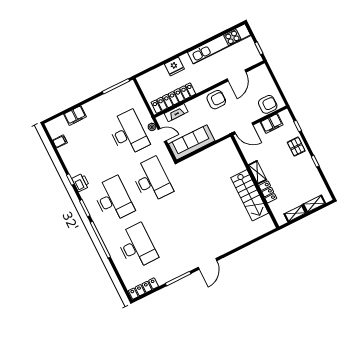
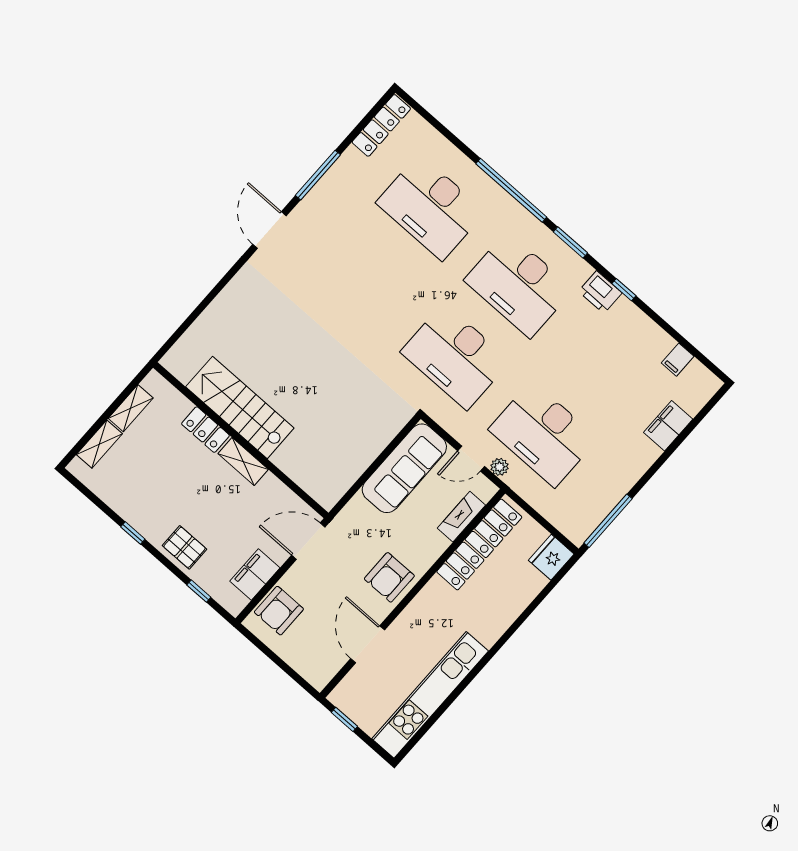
fridge: (174, 66) -> (551, 557), moved

